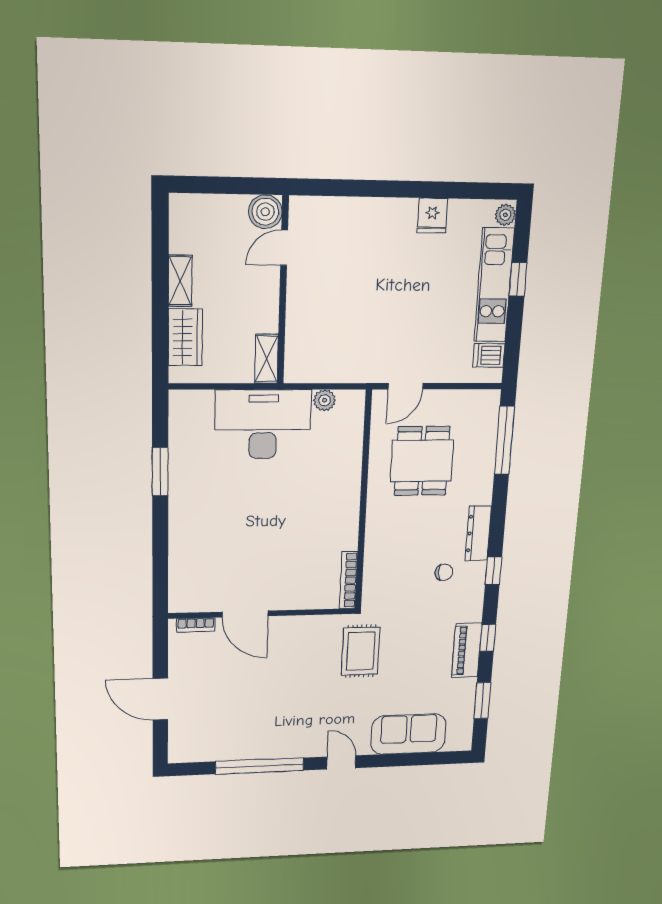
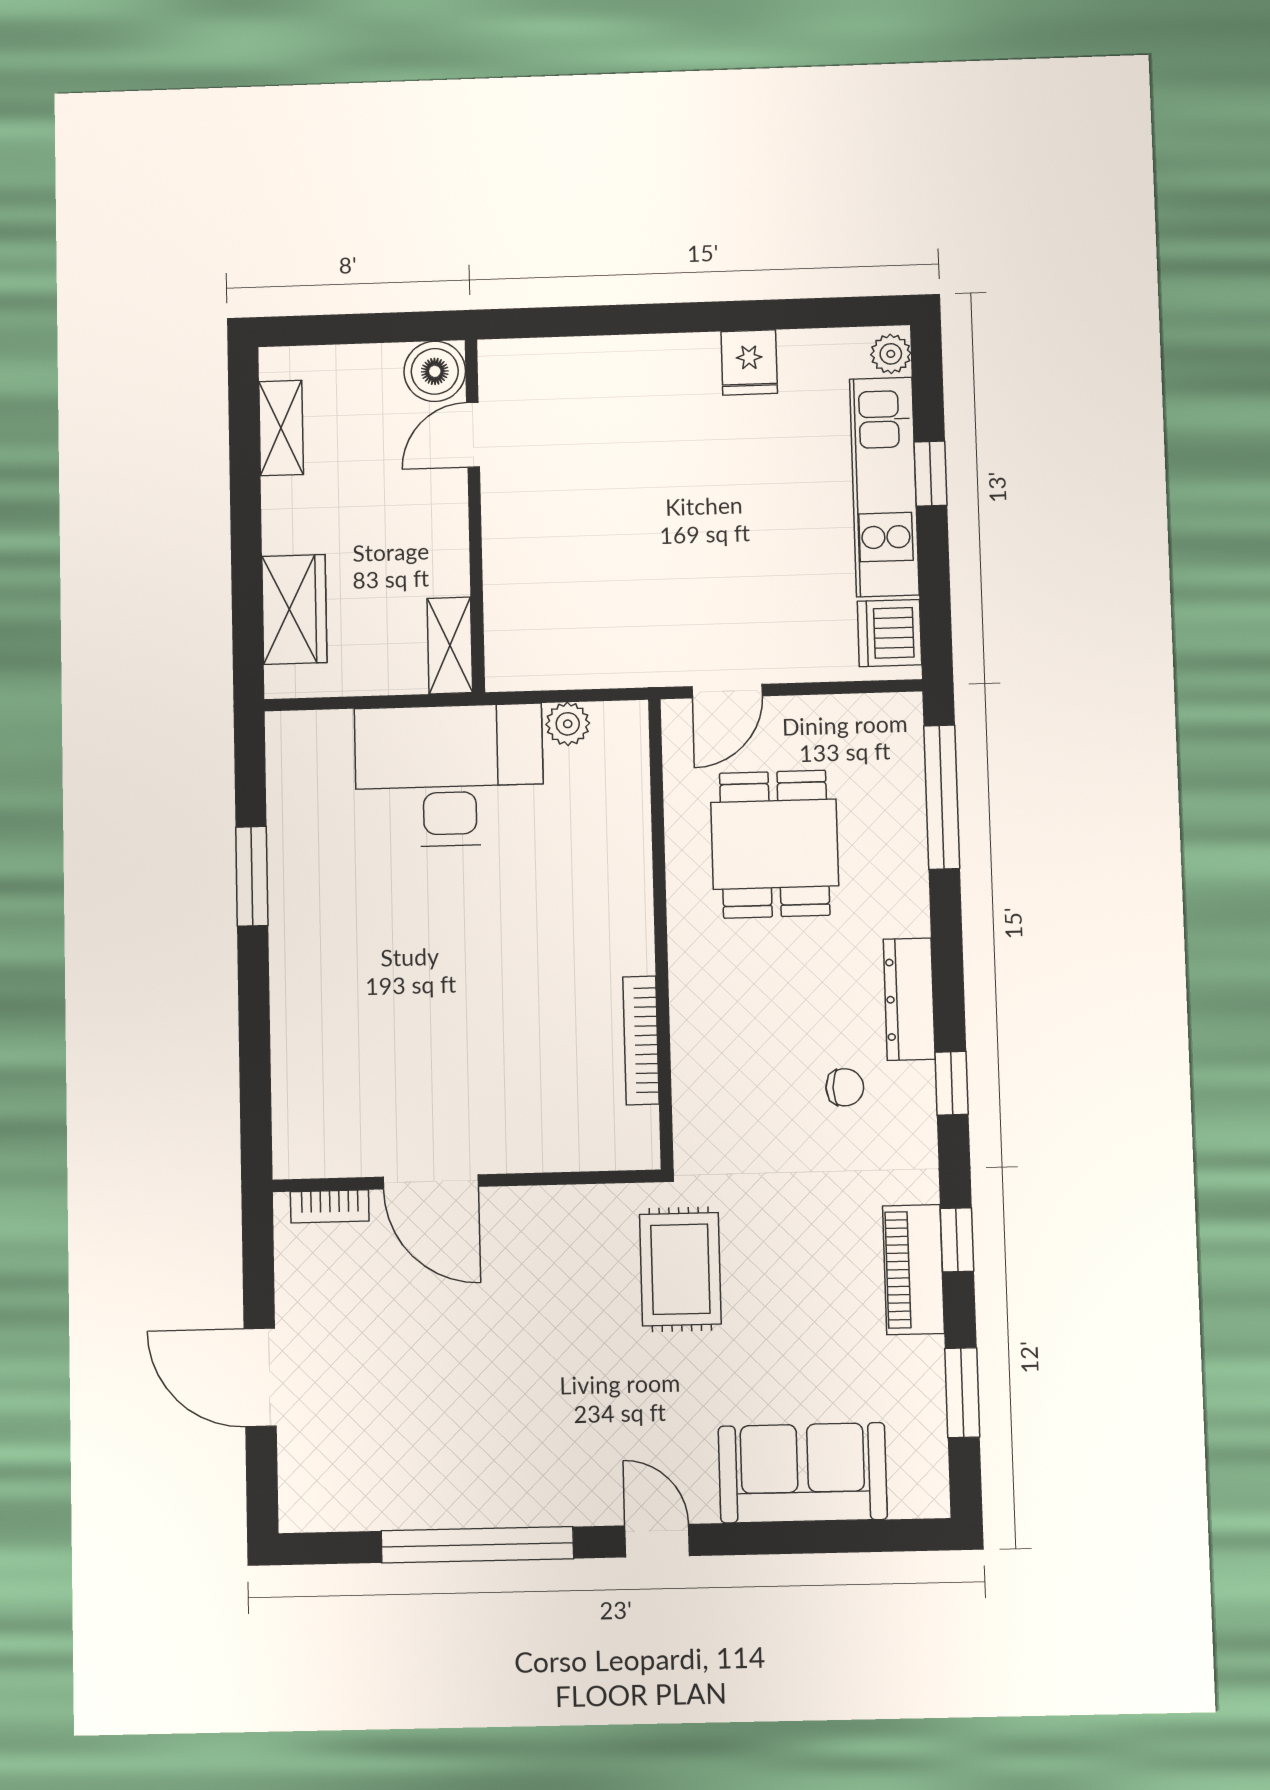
shelving: (180, 281) -> (281, 428), moved
dishwasher: (489, 355) -> (889, 633), width x1.38
bookcase: (349, 580) -> (641, 1040), moved

